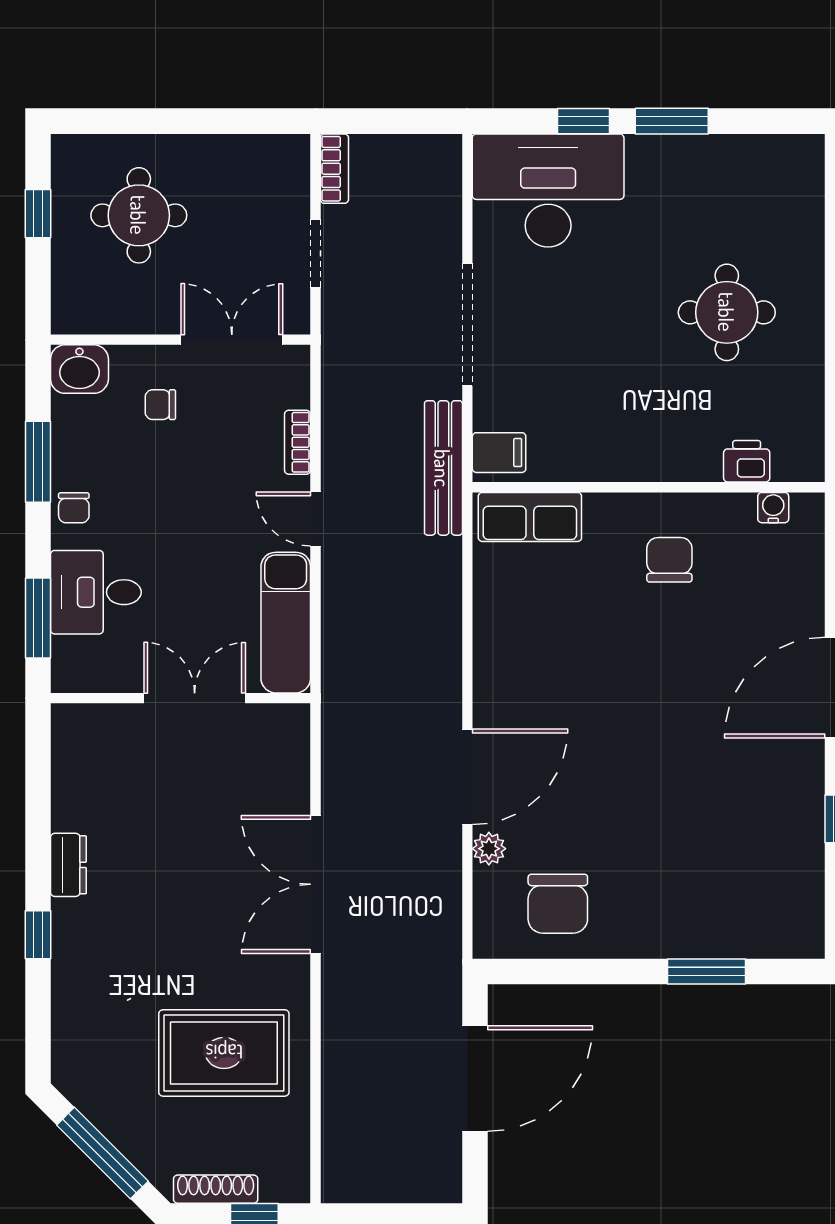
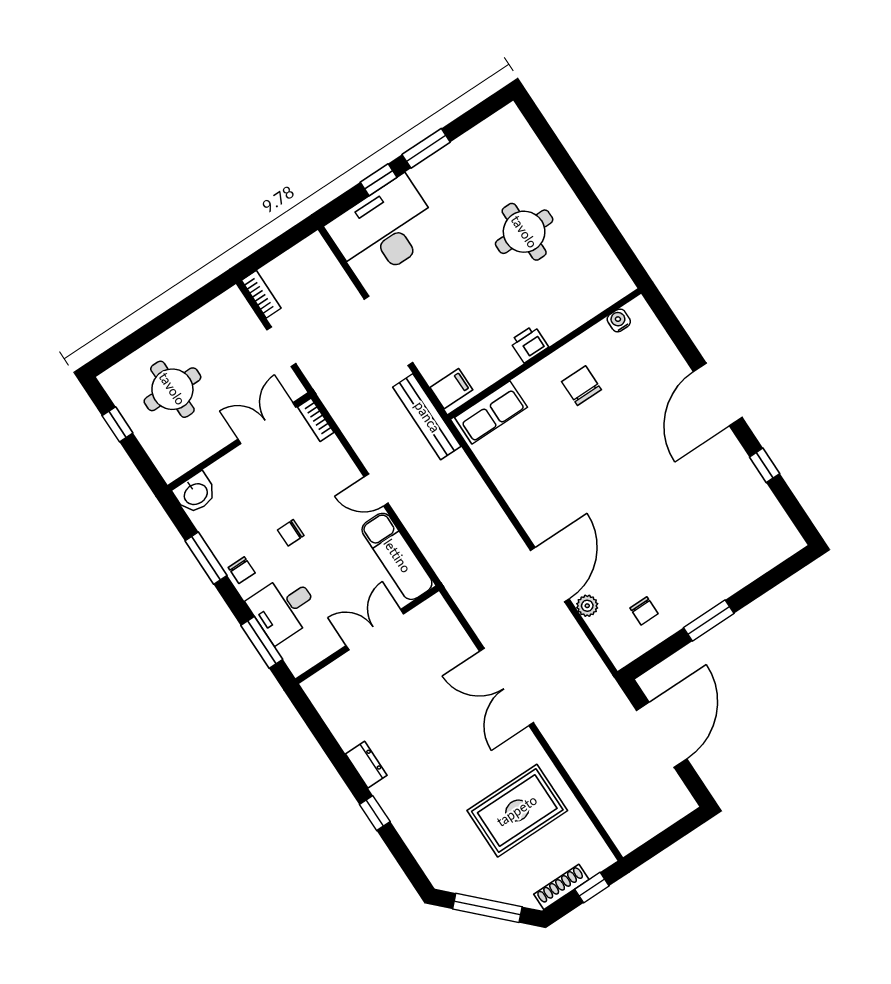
chair: (160, 405) -> (291, 533), moved
bookcase: (298, 442) -> (316, 420), moved
printer: (747, 461) -> (529, 344), moved
chair: (558, 904) -> (644, 611), width x0.54, depth x0.54
window: (707, 971) -> (709, 621), moved

